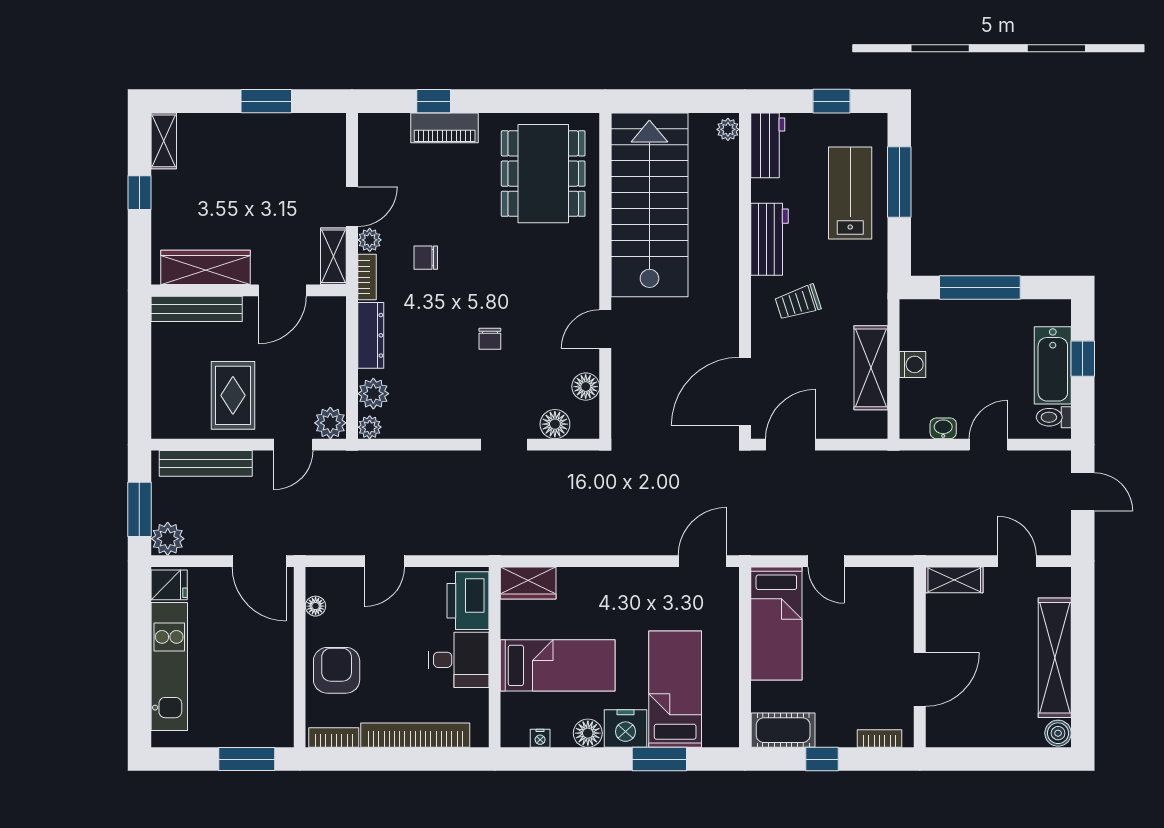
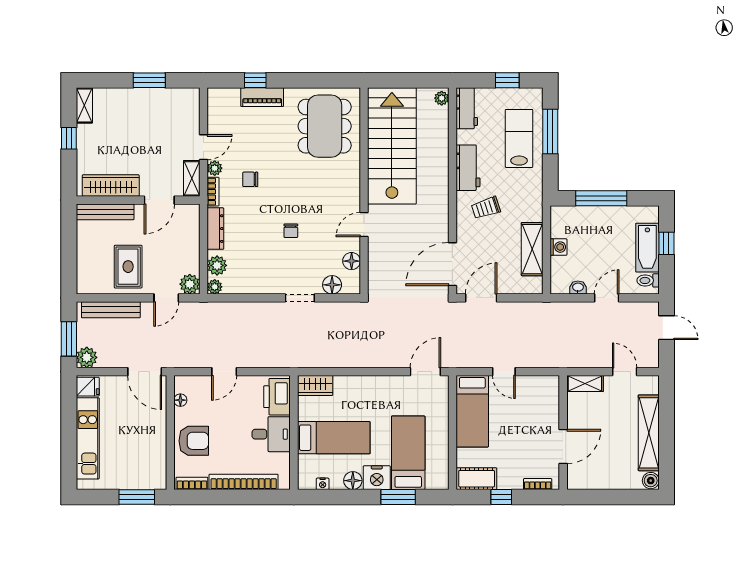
armchair: (337, 670) -> (194, 441), turned 90

